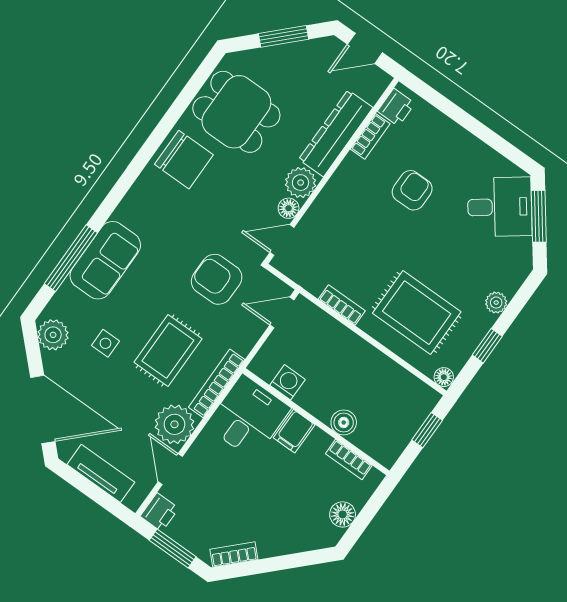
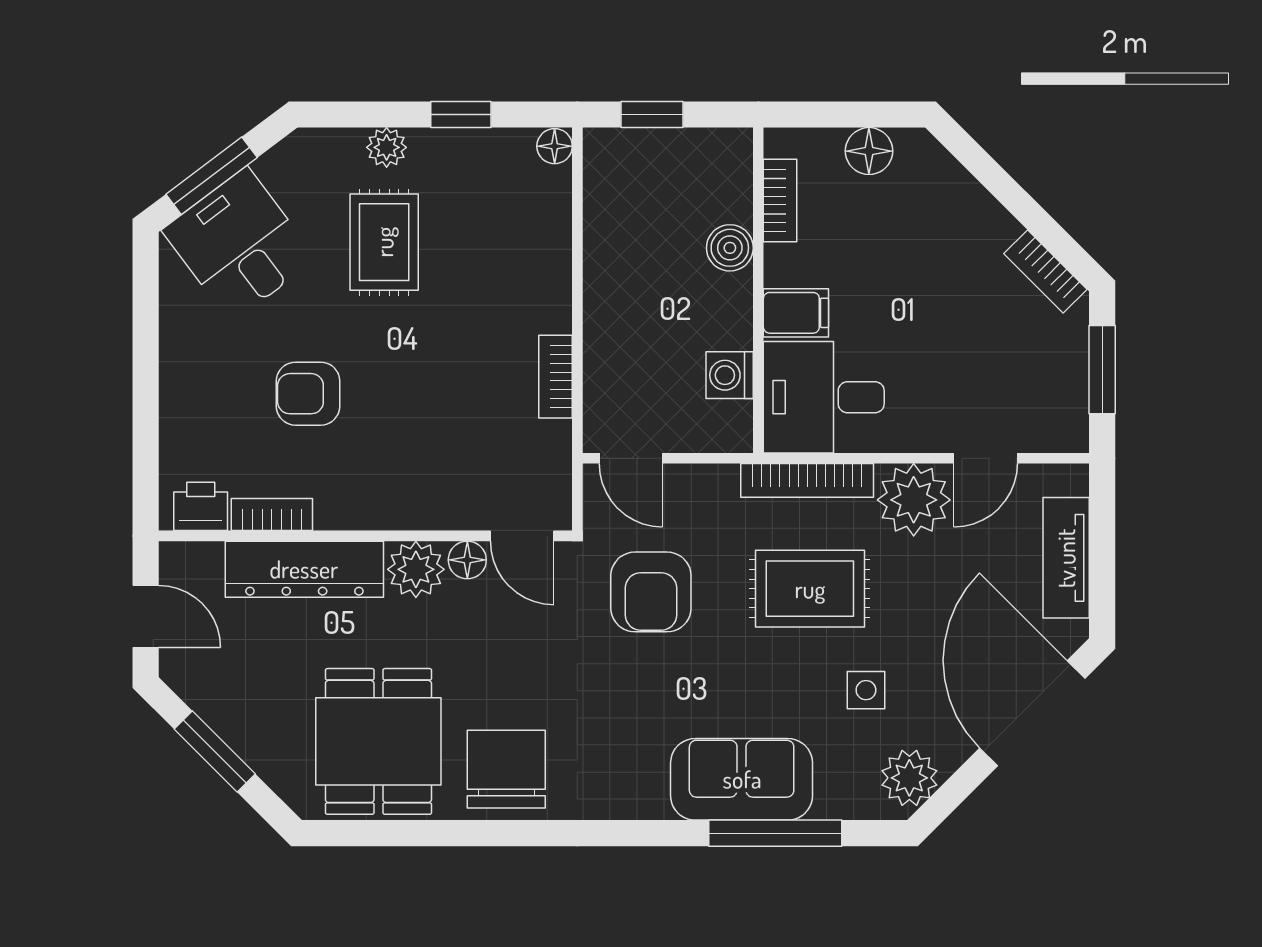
rug: (417, 313) -> (384, 242), moved, width x0.73, depth x0.70
printer: (159, 512) -> (1062, 428), removed

